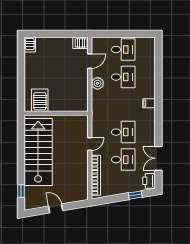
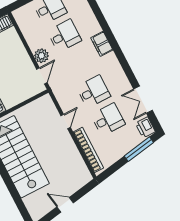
door: (90, 61) -> (42, 76), moved
filing cabinet: (149, 103) -> (102, 44), width x2.00
window: (21, 191) -> (21, 206), removed
window: (135, 195) -> (139, 149), width x2.17

